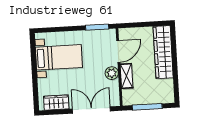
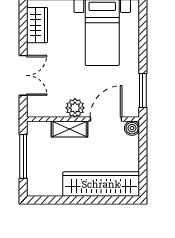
boiler: (123, 33) -> (132, 128), added
door: (118, 51) -> (106, 119), swing flipped
double door: (91, 110) -> (23, 75), width x0.73

